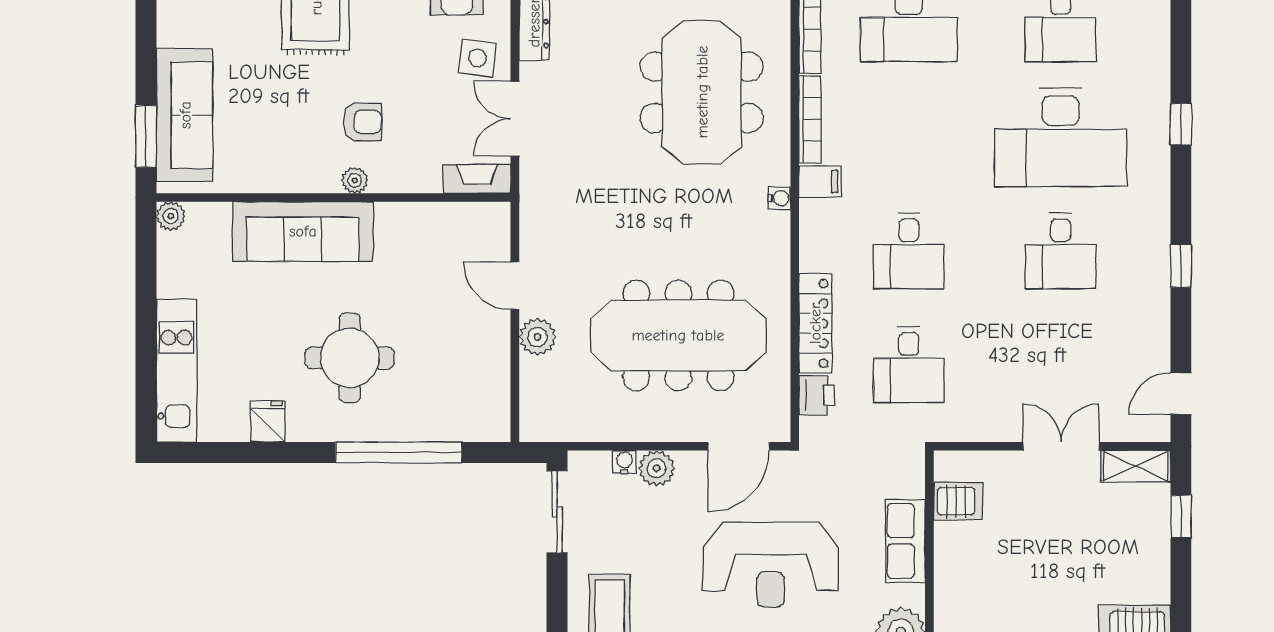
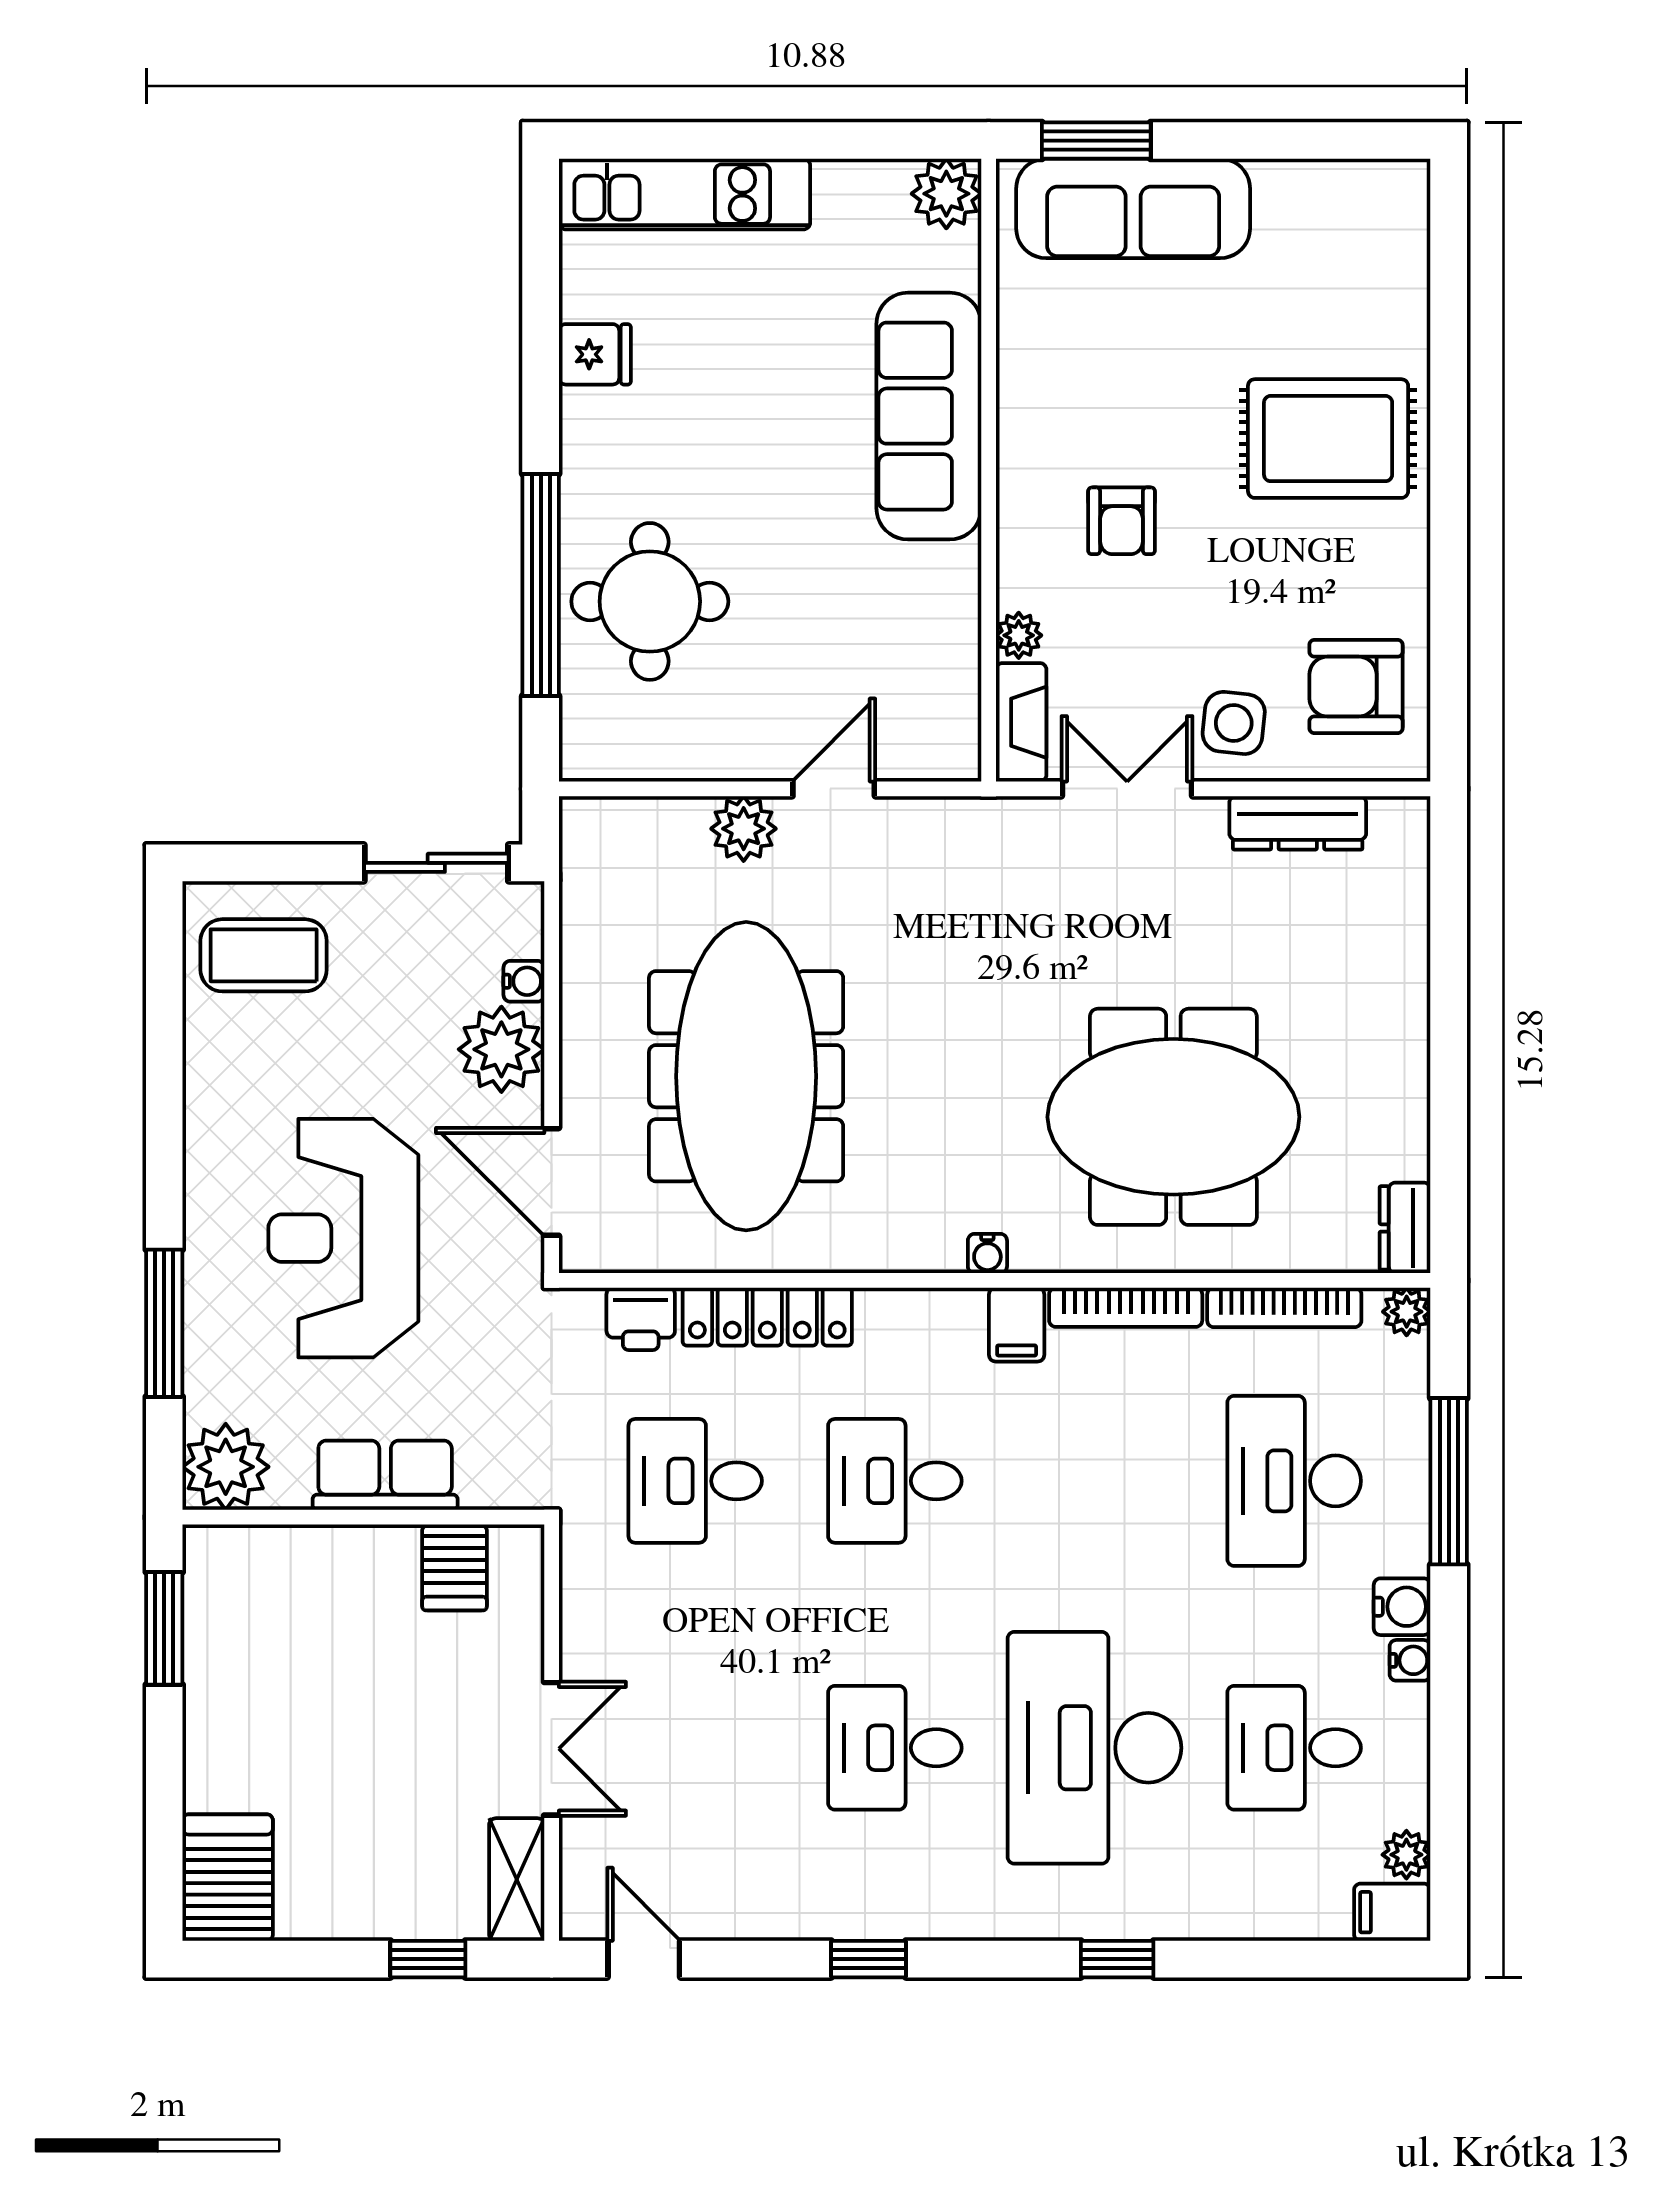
plant: (355, 180) -> (1019, 635), moved
plant: (171, 216) -> (946, 194), width x1.38, depth x1.38
round table: (350, 358) -> (650, 601), moved
plant: (657, 468) -> (501, 1049), width x1.36, depth x1.36

